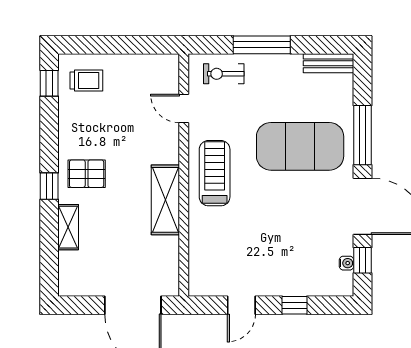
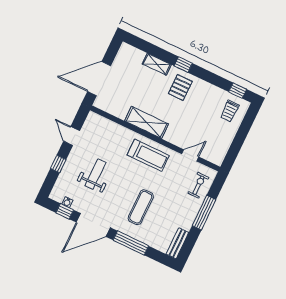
exercise mat: (300, 146) -> (141, 207), width x0.50, depth x0.69
weight bench: (283, 241) -> (95, 174), added

